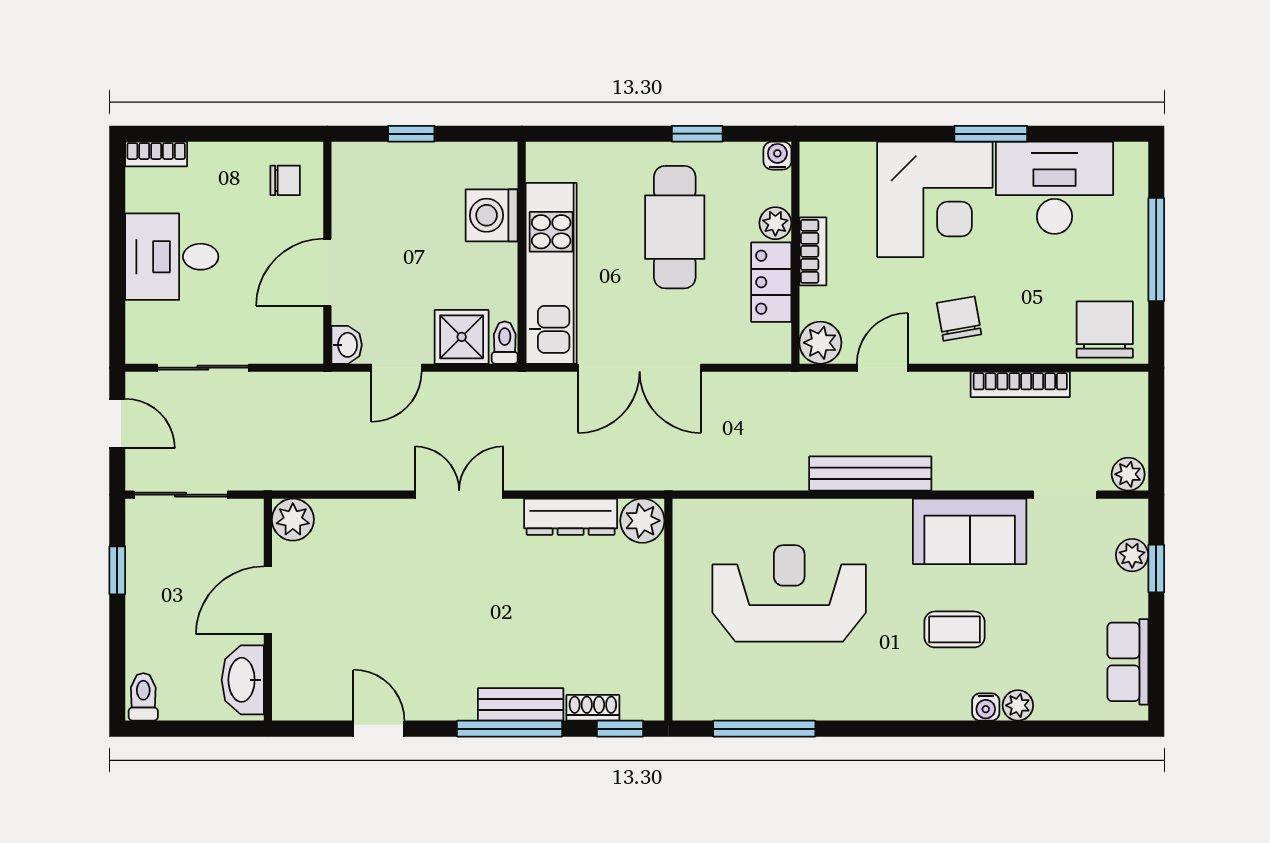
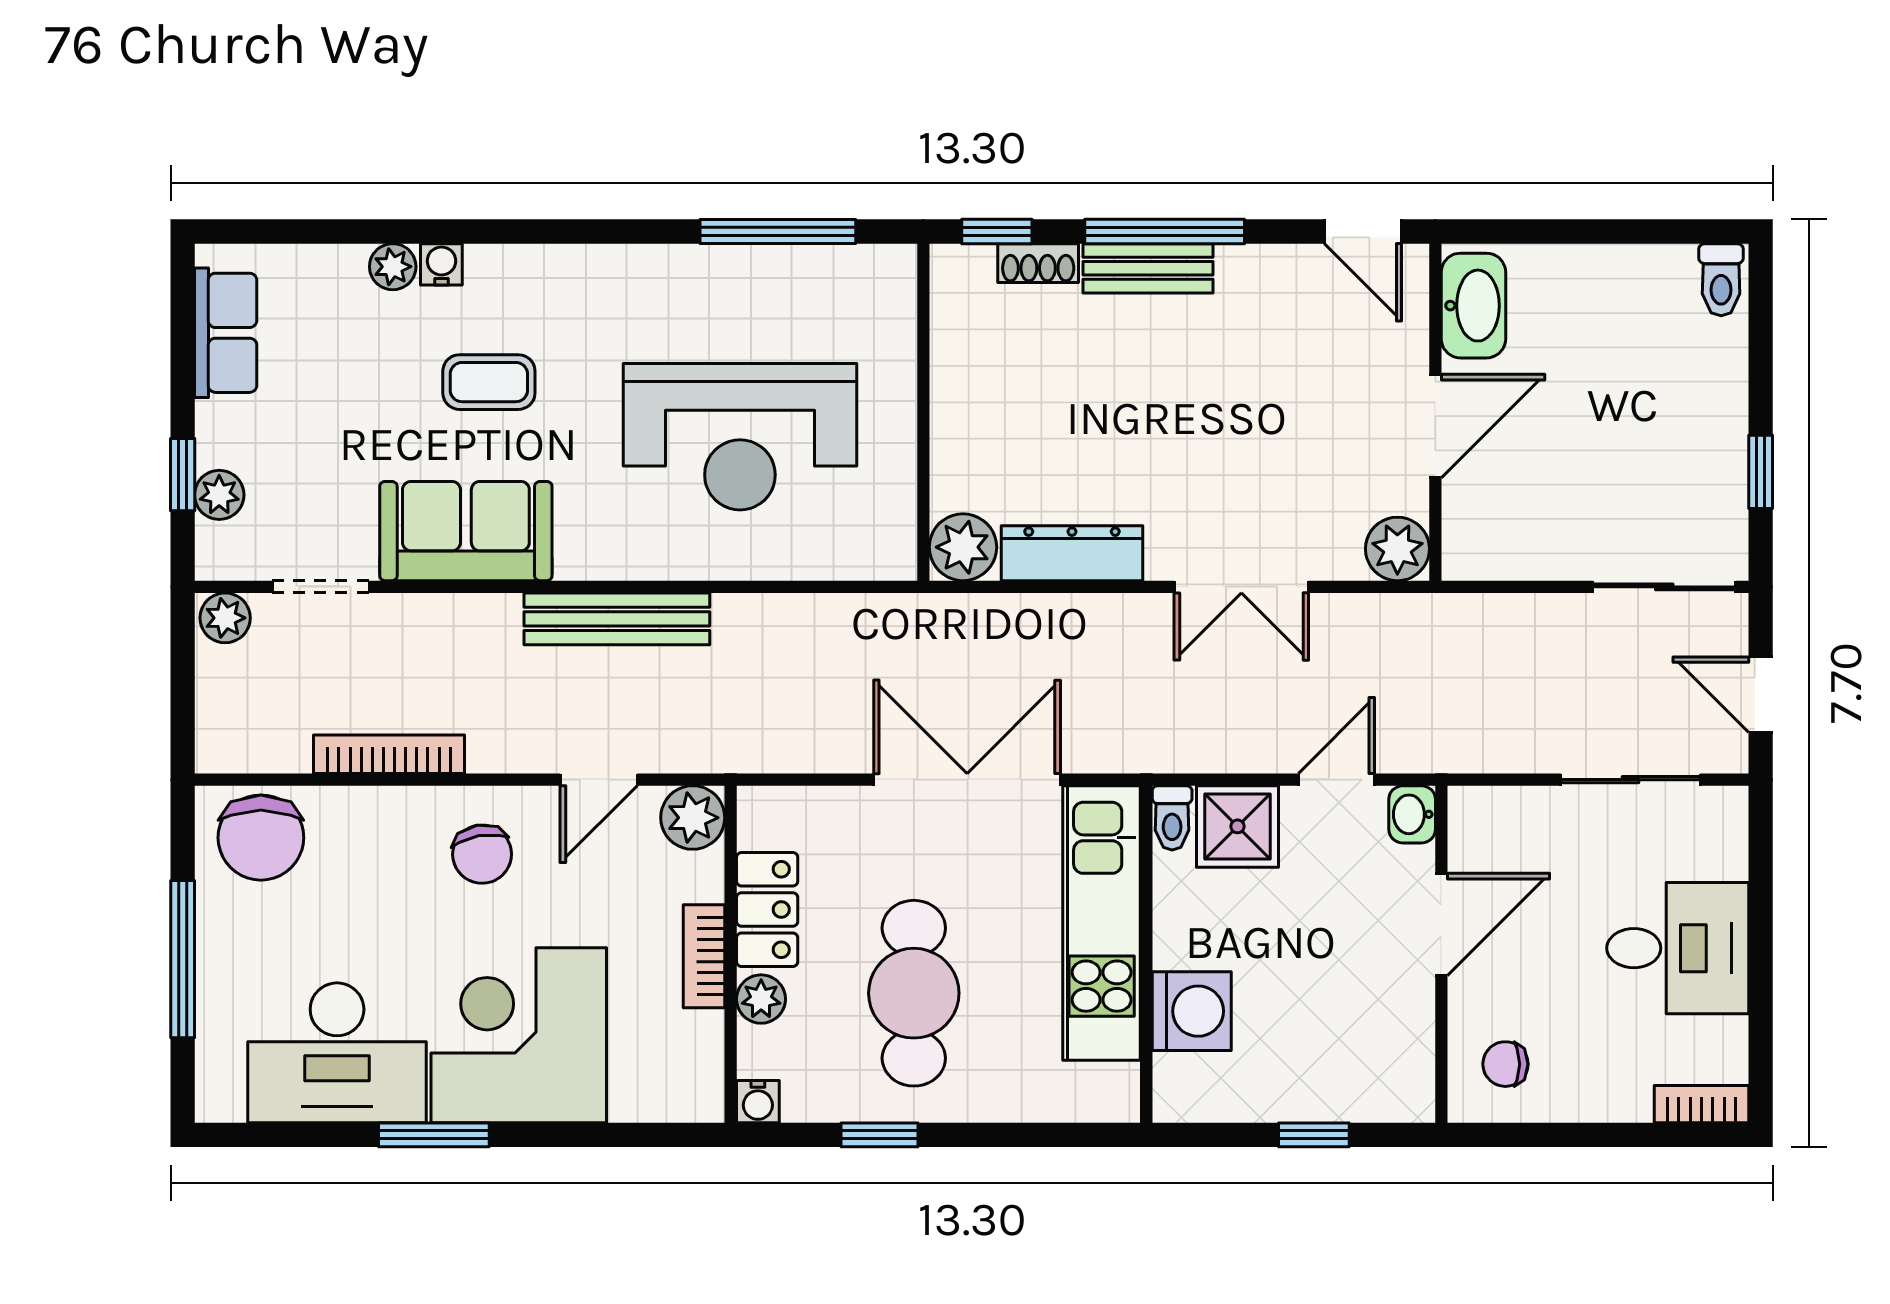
plant: (293, 520) -> (1397, 549), moved
door: (268, 600) -> (1435, 426), moved
wall: (268, 610) -> (1435, 412), moved
washbasin: (243, 680) -> (1473, 306), moved

